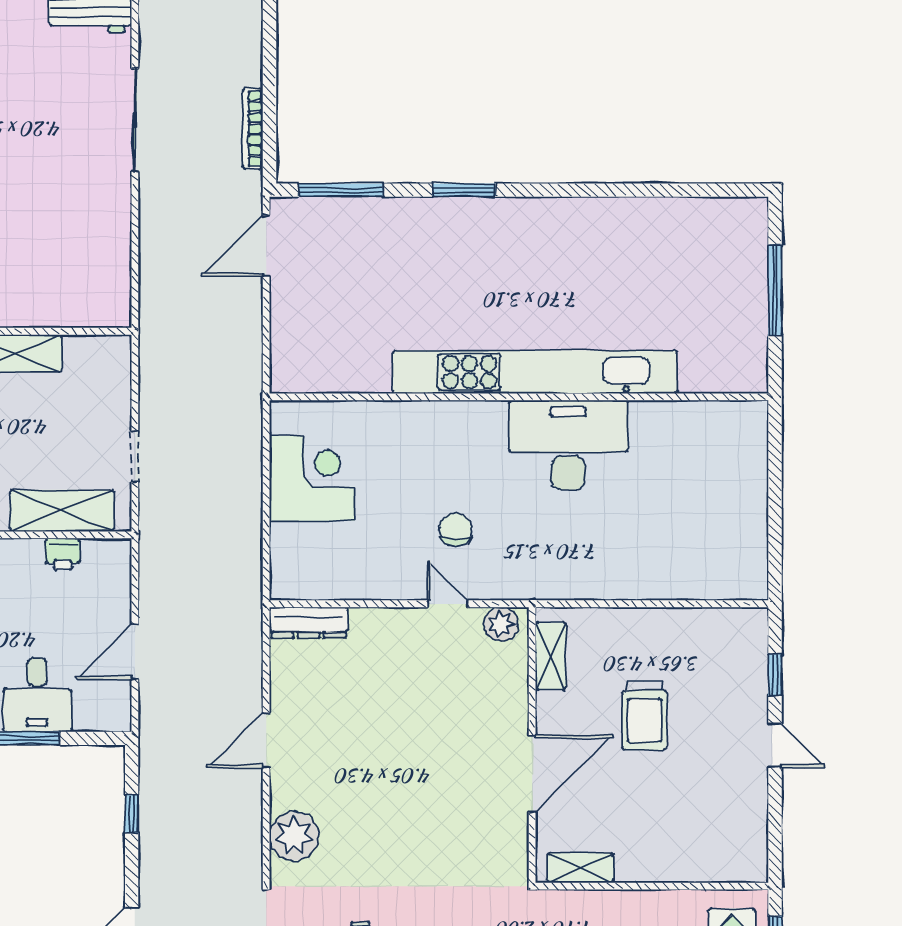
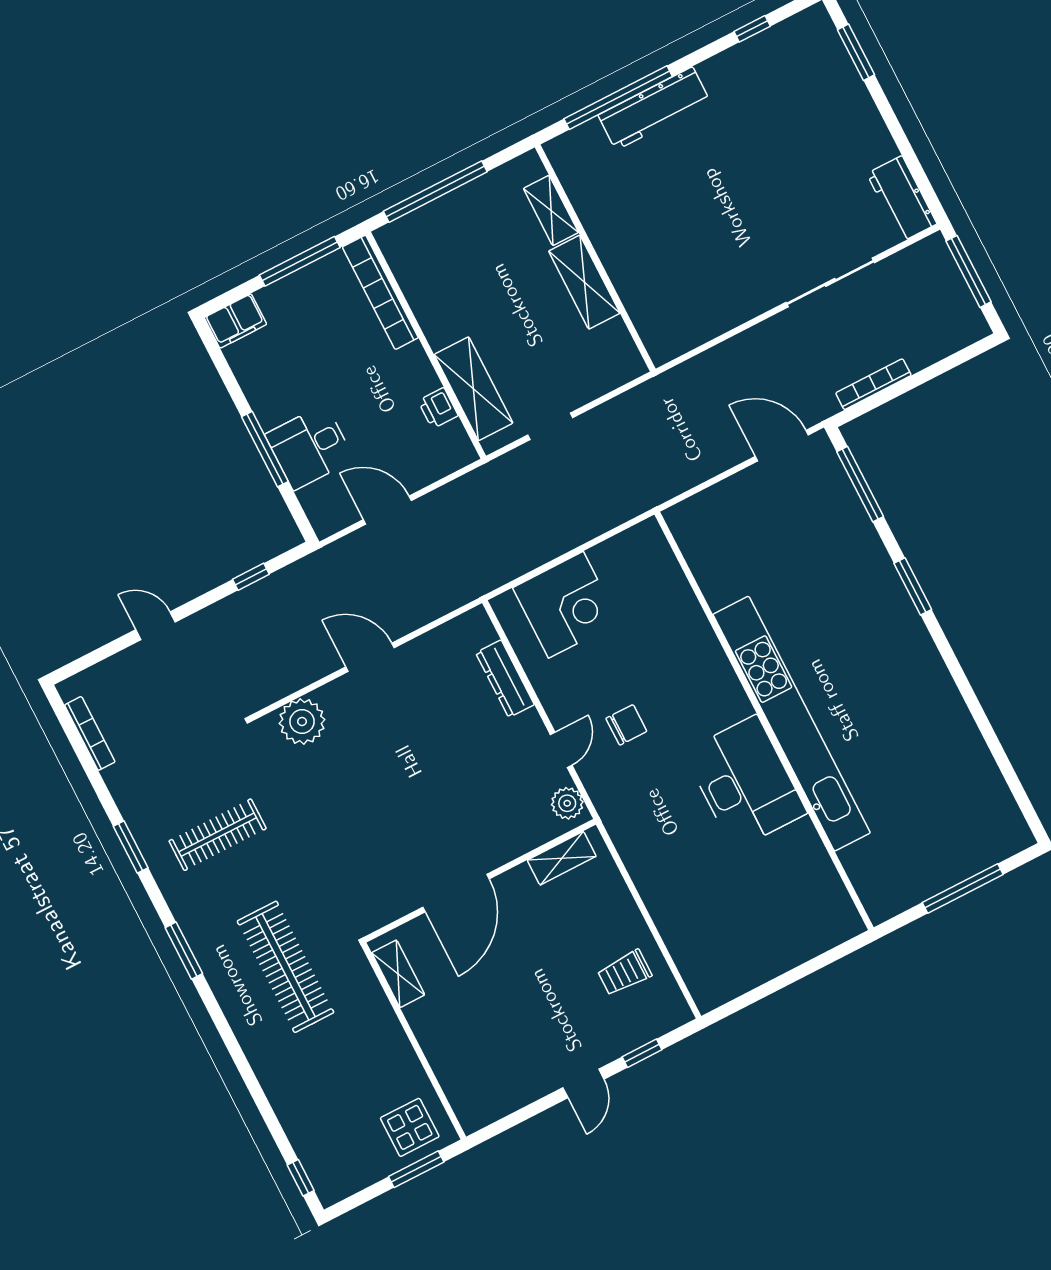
corner desk: (312, 478) -> (566, 605), moved
dresser: (309, 622) -> (505, 679), moved
trolley: (644, 715) -> (625, 973), moved, width x0.73, depth x0.72
door: (532, 774) -> (456, 893), hinge flipped

